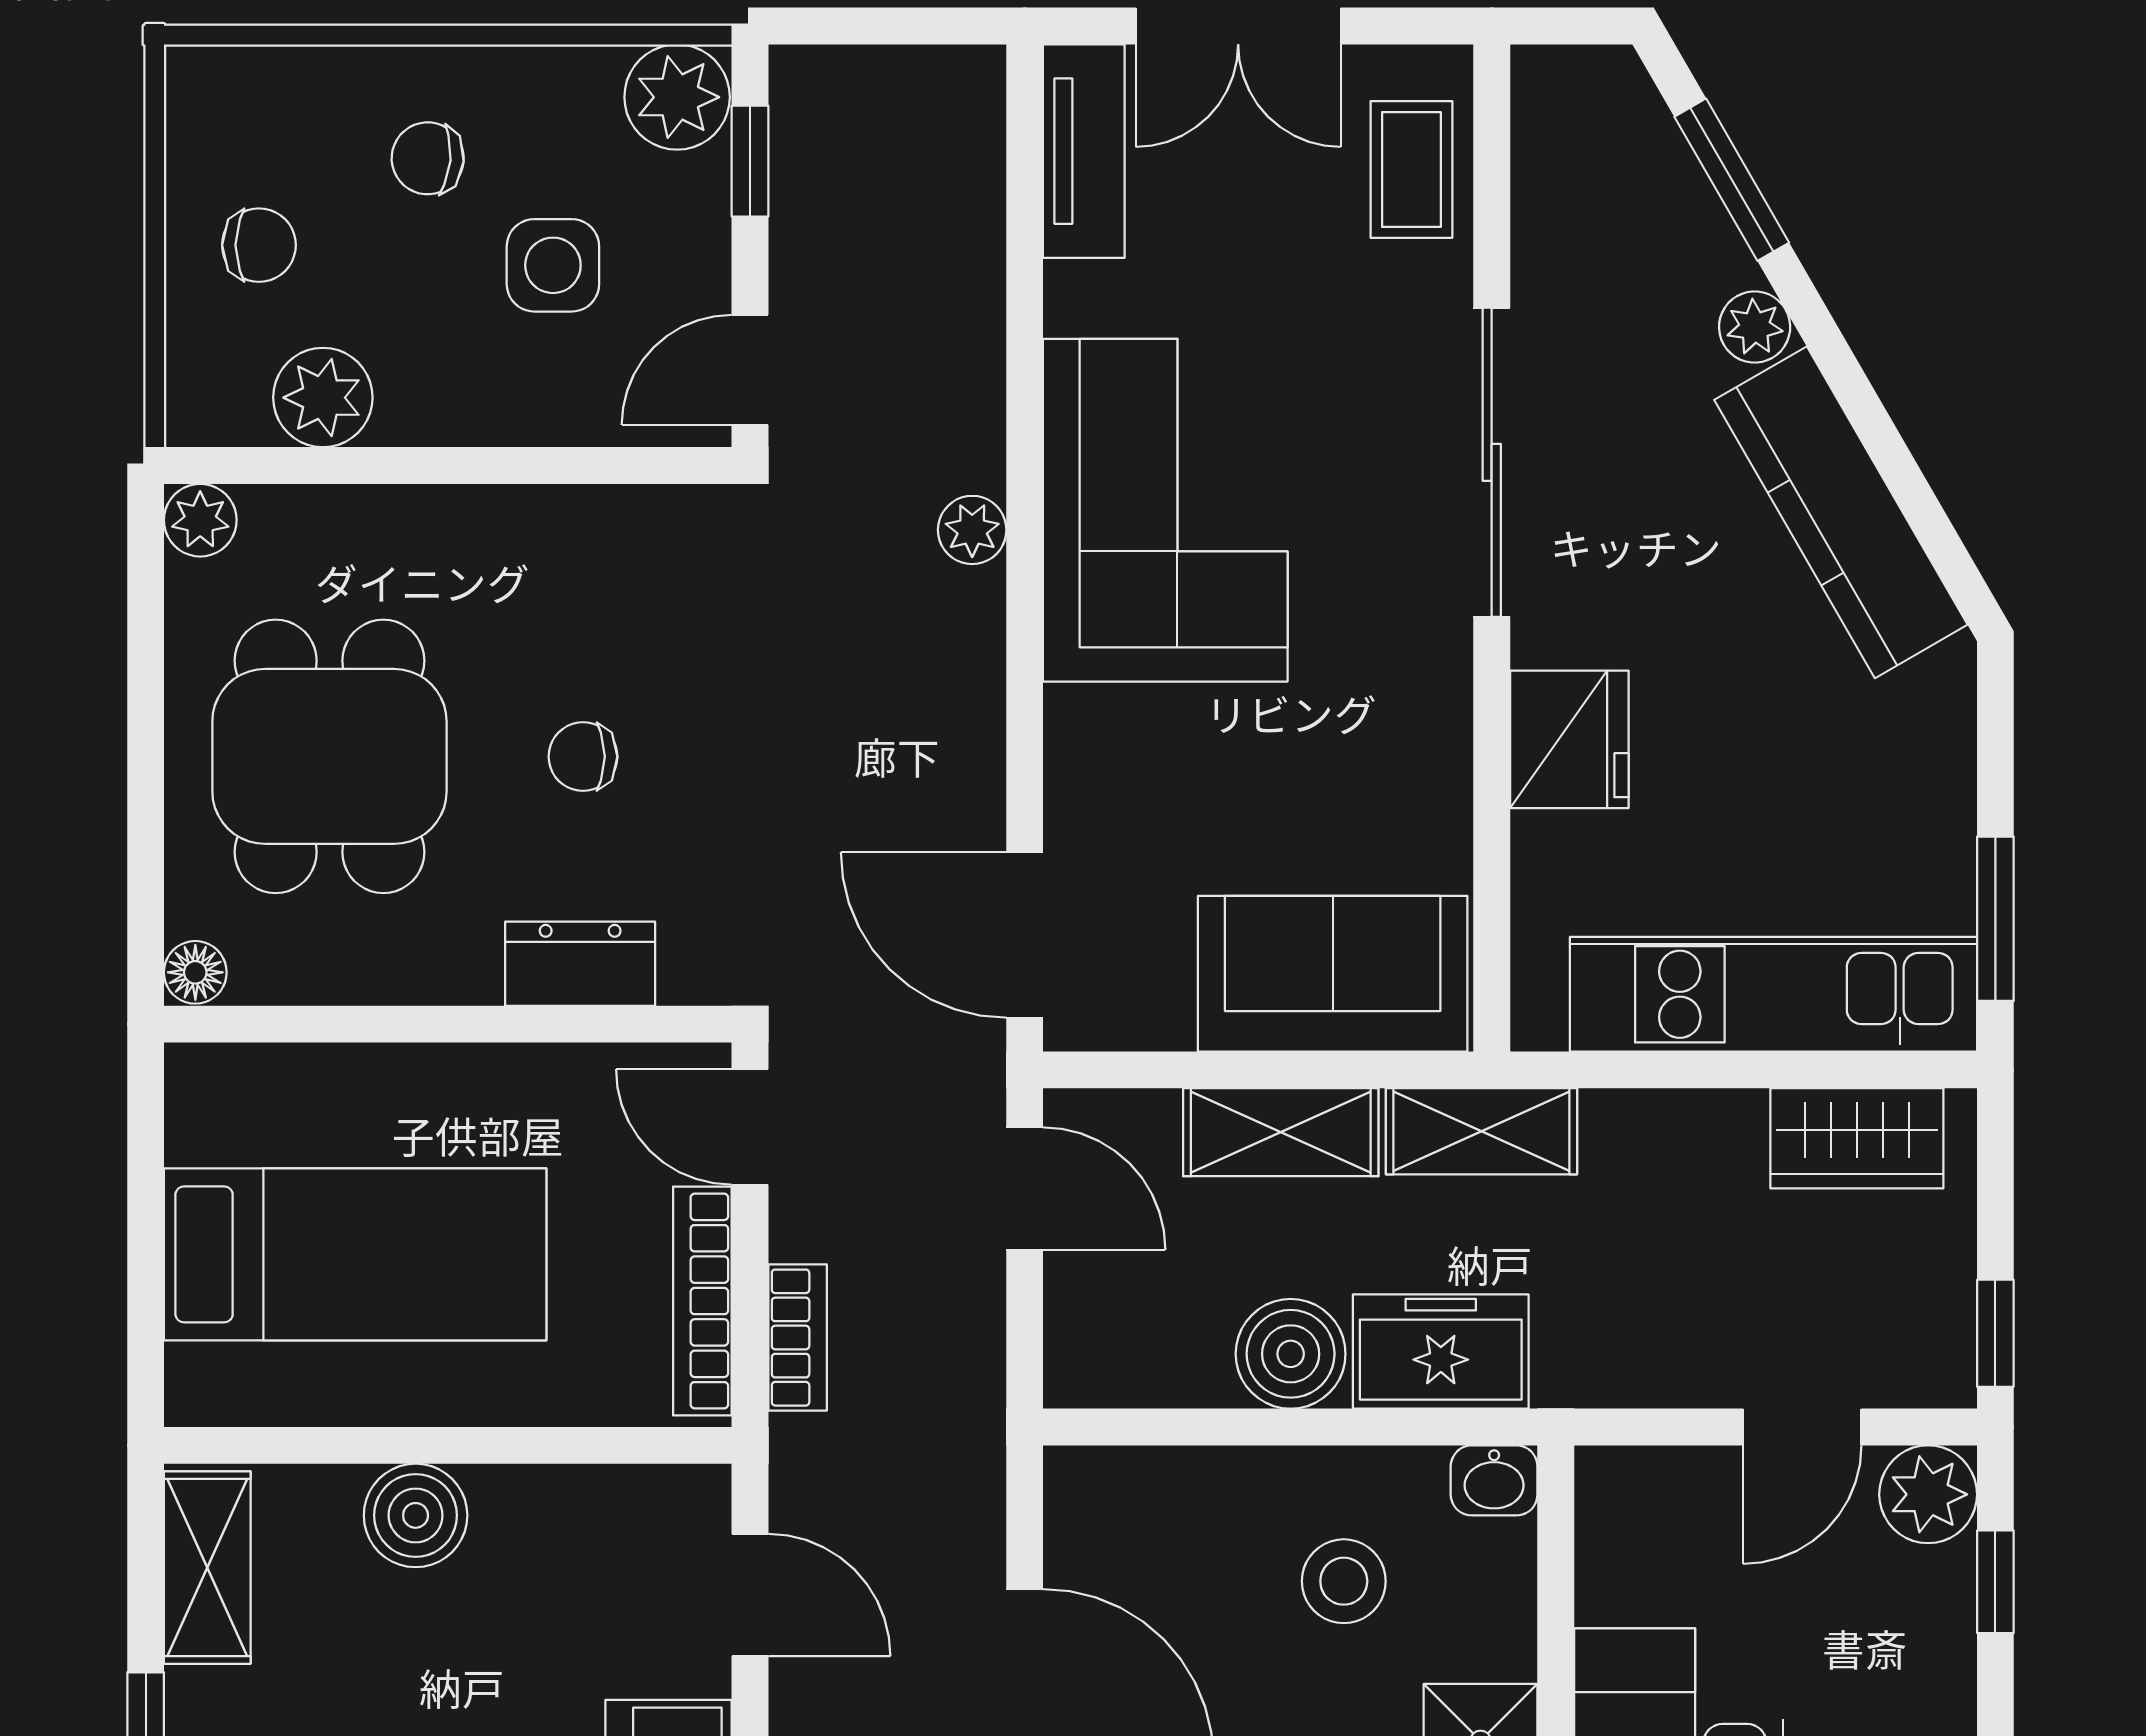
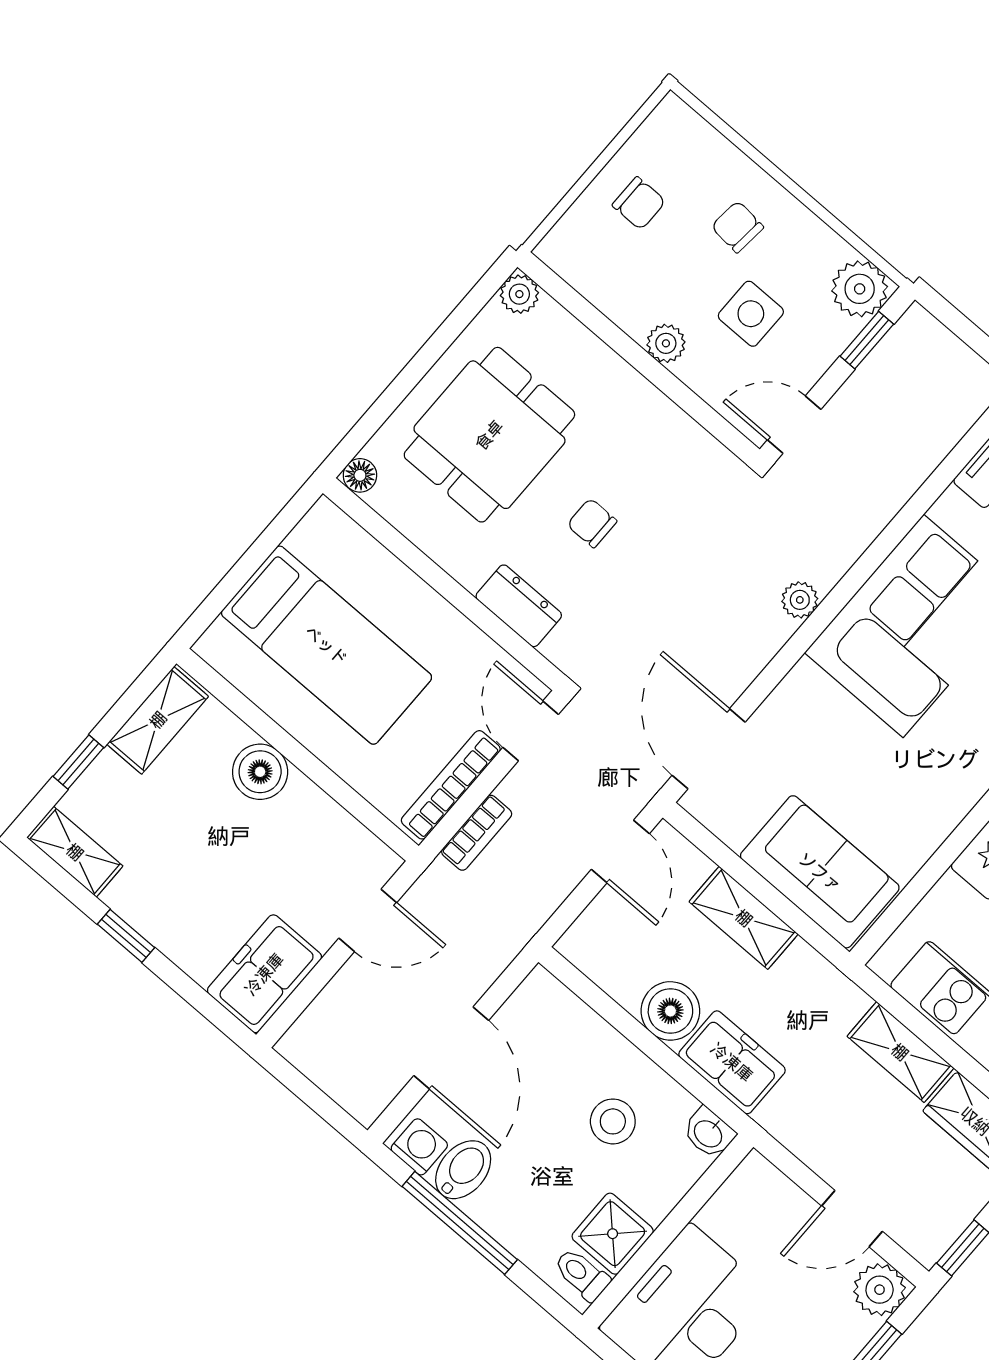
plant: (323, 398) -> (666, 343), moved, width x0.73, depth x0.73
plant: (972, 530) -> (800, 600), moved
shelving: (1481, 1131) -> (900, 1052), moved
door: (750, 1595) -> (368, 920), hinge flipped

